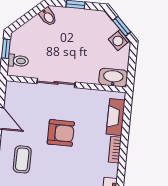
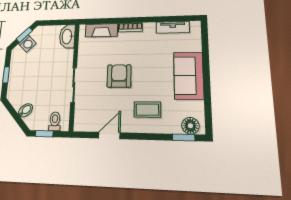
bidet: (48, 17) -> (25, 110), moved
washing machine: (119, 40) -> (27, 43), moved

